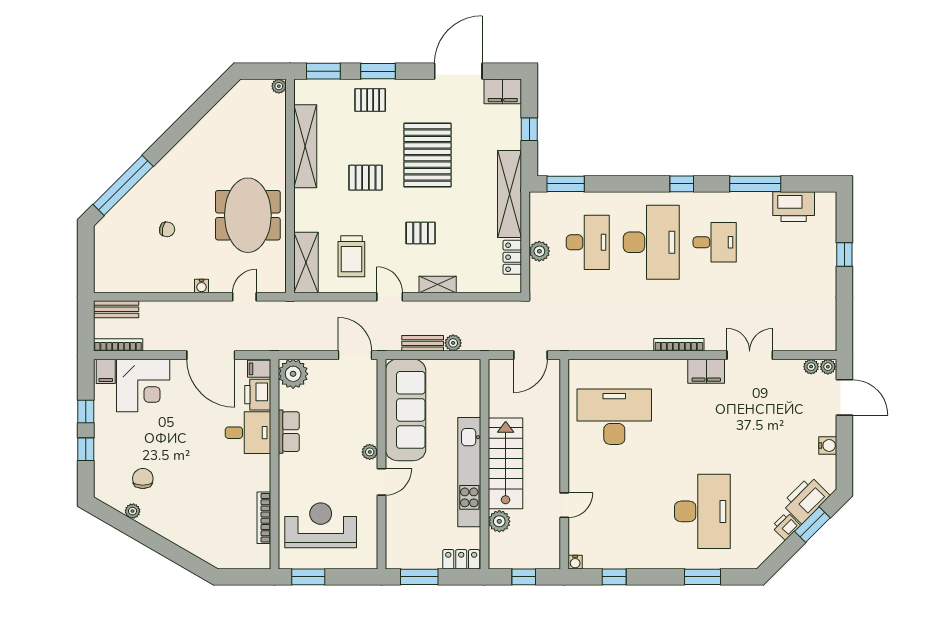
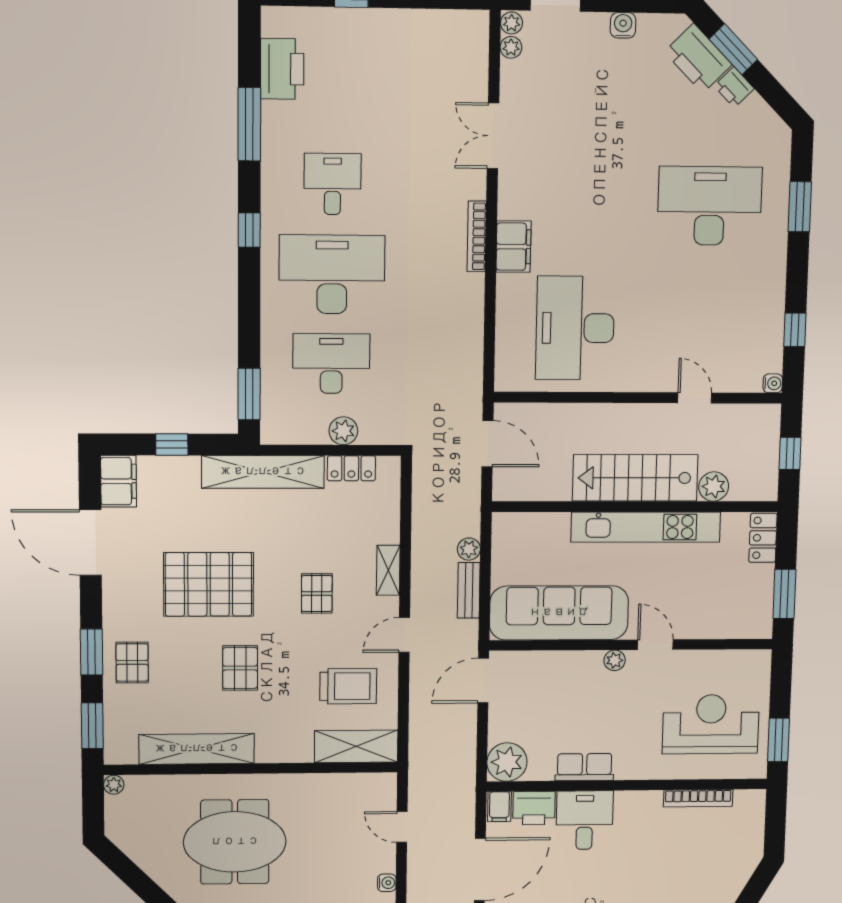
meeting table: (248, 215) -> (235, 842), moved
filing cabinet: (706, 371) -> (514, 247), moved
reception desk: (321, 525) -> (711, 724), turned 90

